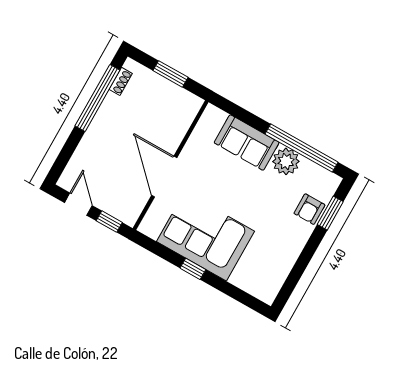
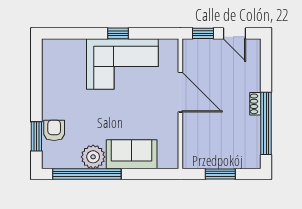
shoe rack: (121, 81) -> (255, 104), moved

